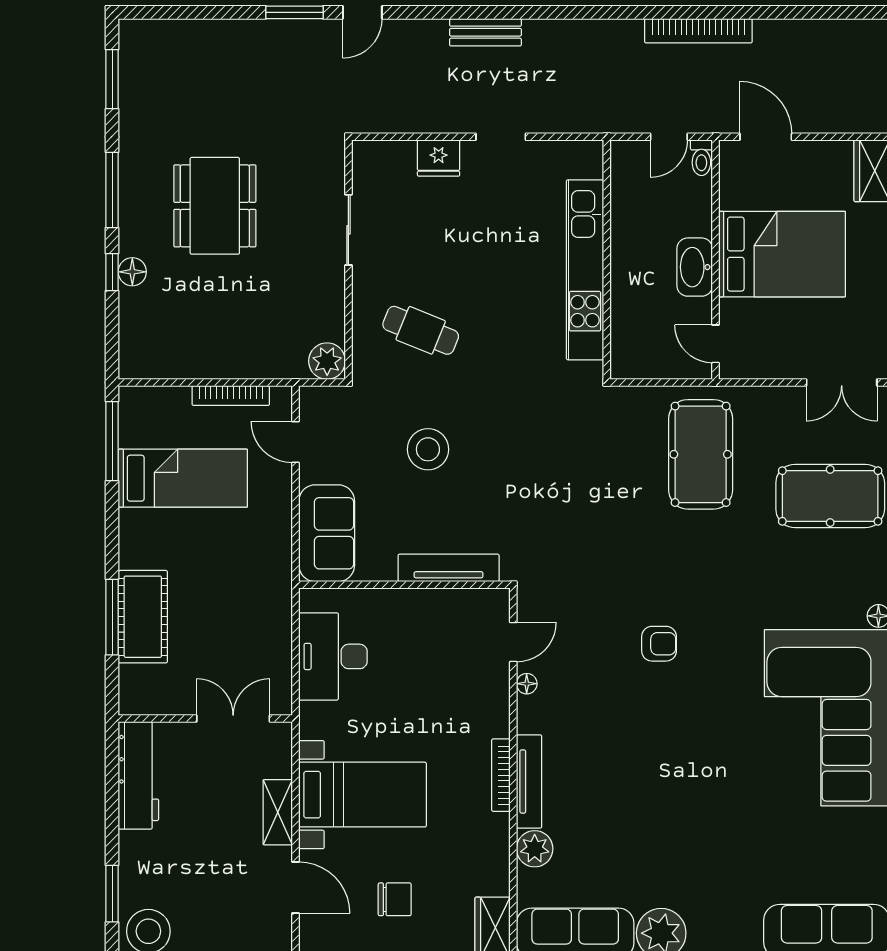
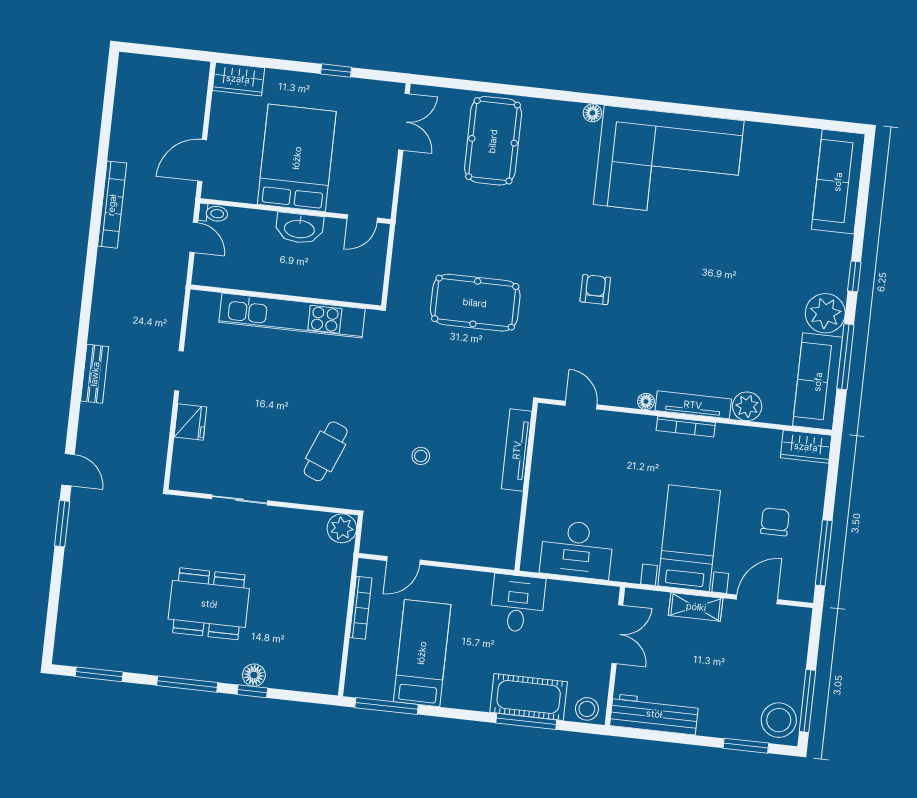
stool: (428, 449) -> (421, 456), width x0.53, depth x0.53
pool table: (701, 454) -> (475, 303), moved
sofa: (327, 533) -> (478, 544), removed
desk: (258, 590) -> (517, 604), added
floor lamp: (527, 684) -> (646, 401), moved
stool: (136, 691) -> (587, 709), added
double door: (233, 718) -> (617, 634), swing flipped

